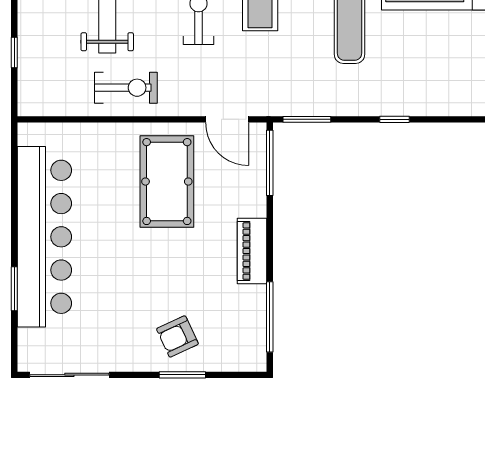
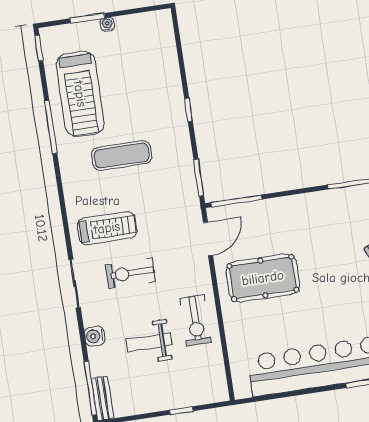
exercise bike: (126, 88) -> (195, 320), turned 180
piano: (252, 251) -> (306, 204), removed

